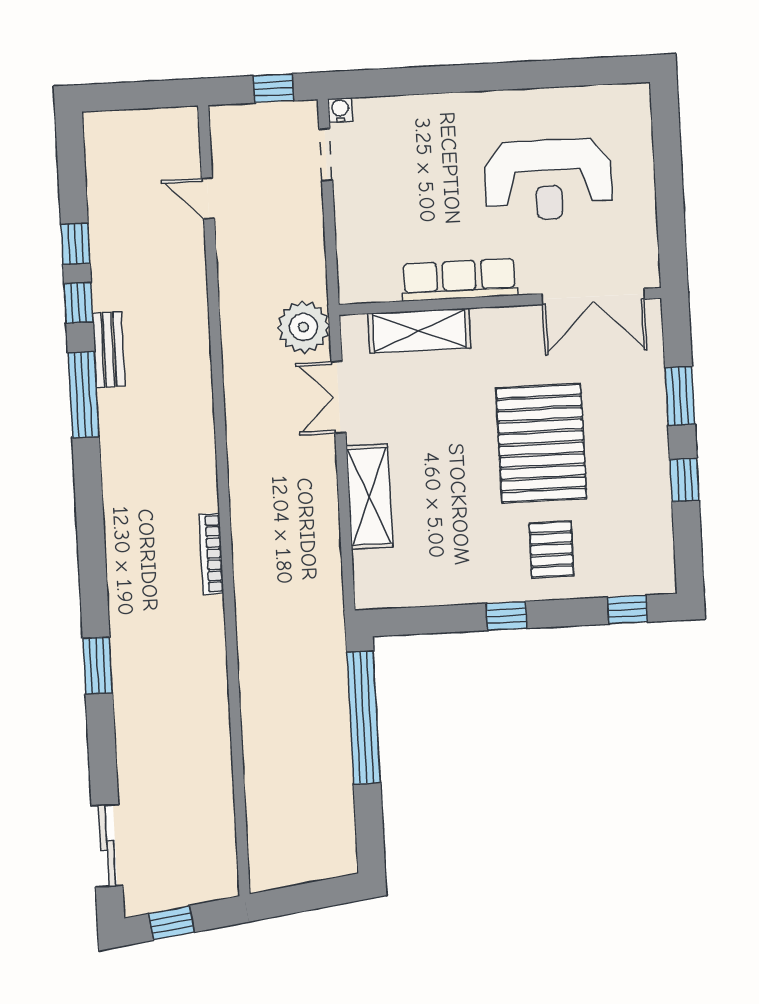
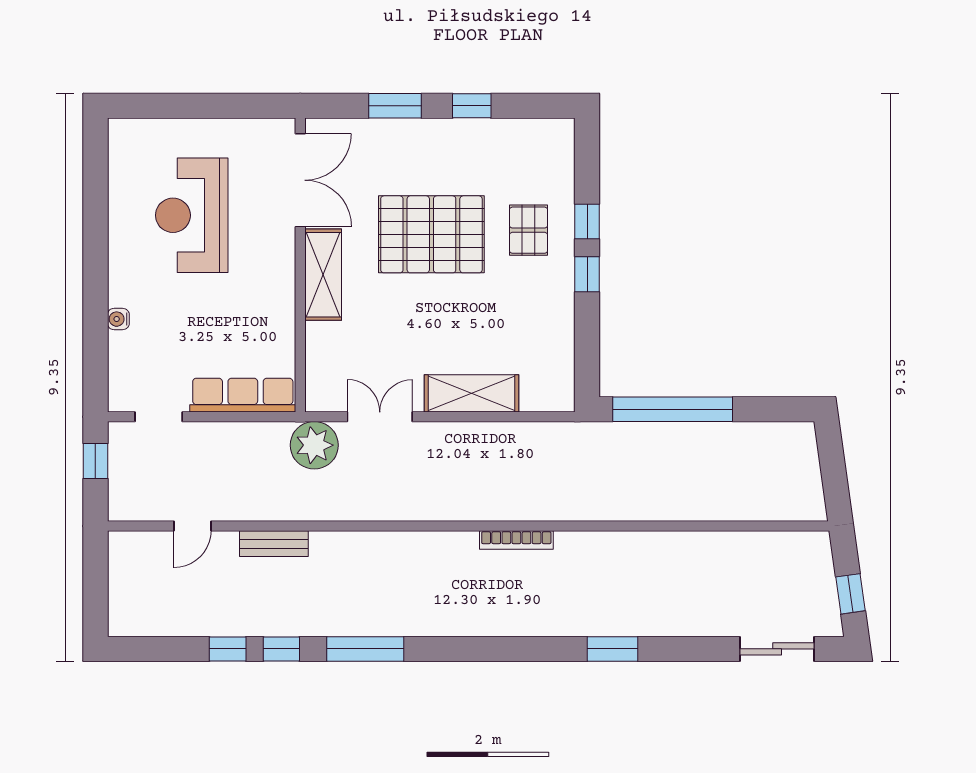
water cooler: (340, 110) -> (118, 319), moved
reception desk: (548, 180) -> (192, 215), turned 180
row of seats: (459, 280) -> (243, 395), moved, turned 90
shelving: (419, 331) -> (323, 275), moved
bench: (109, 350) -> (274, 544), moved
double door: (338, 397) -> (380, 417), swing flipped
pallet: (551, 549) -> (528, 230), turned 90
window: (628, 610) -> (587, 222), moved

